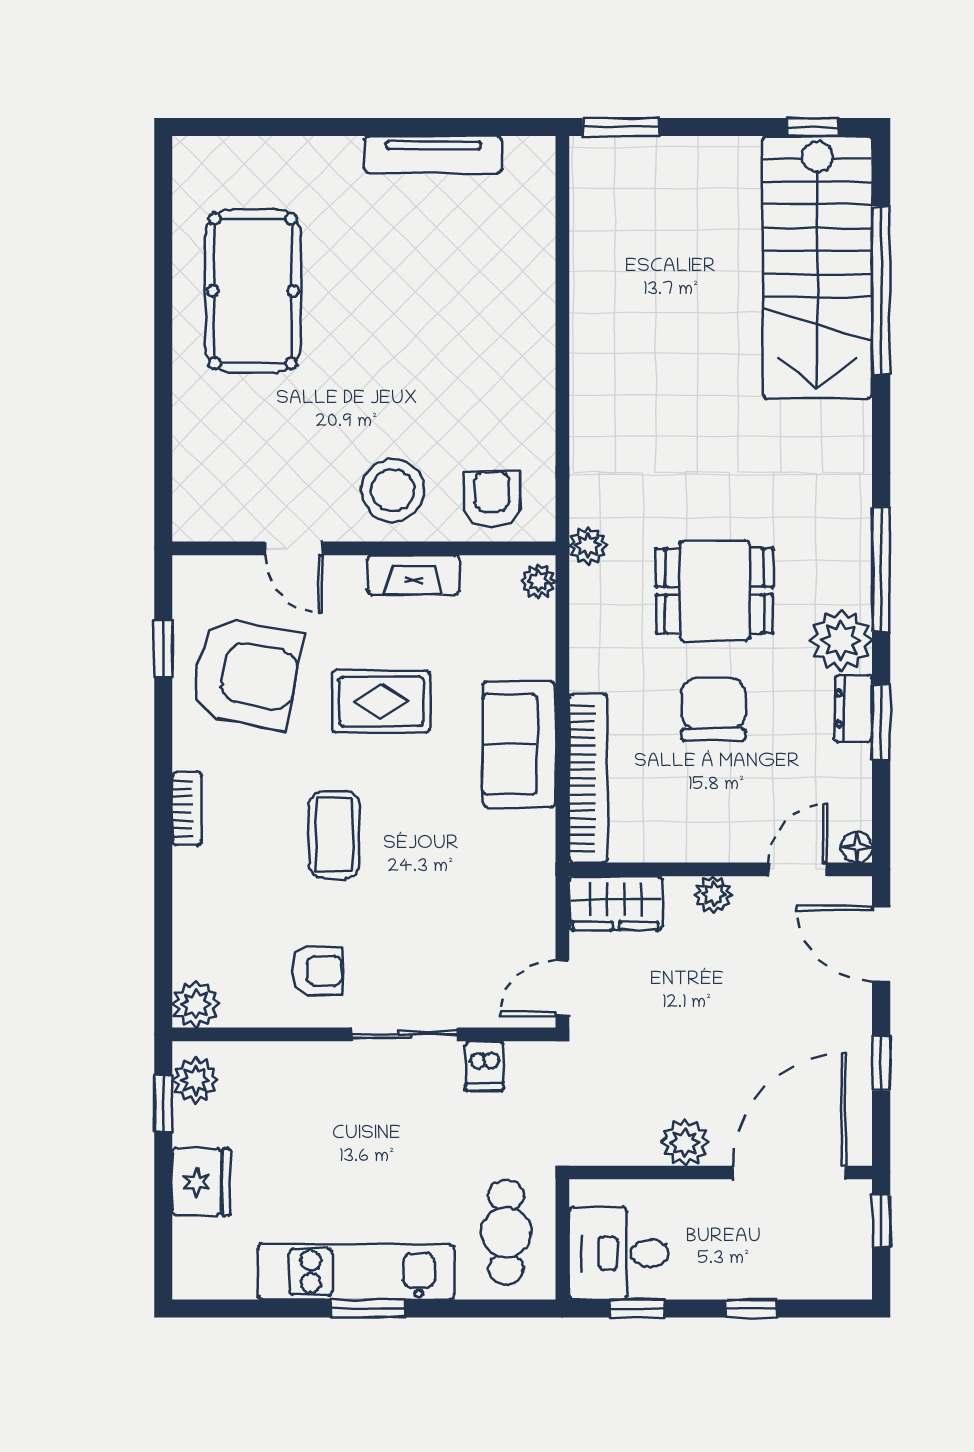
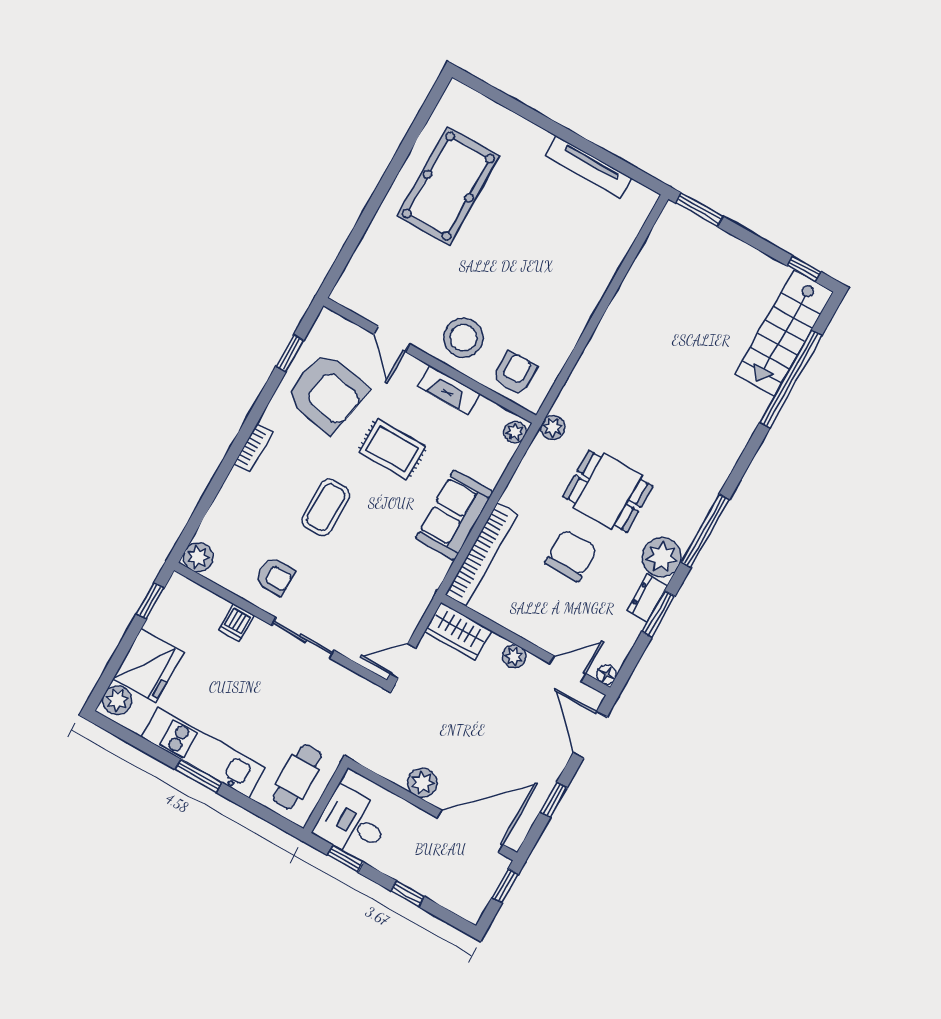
stairs: (818, 267) -> (784, 333), width x0.73, depth x0.66
dishwasher: (484, 1066) -> (236, 623), moved
plant: (195, 1080) -> (117, 700), moved
fridge: (201, 1182) -> (148, 666), width x1.36, depth x1.34

